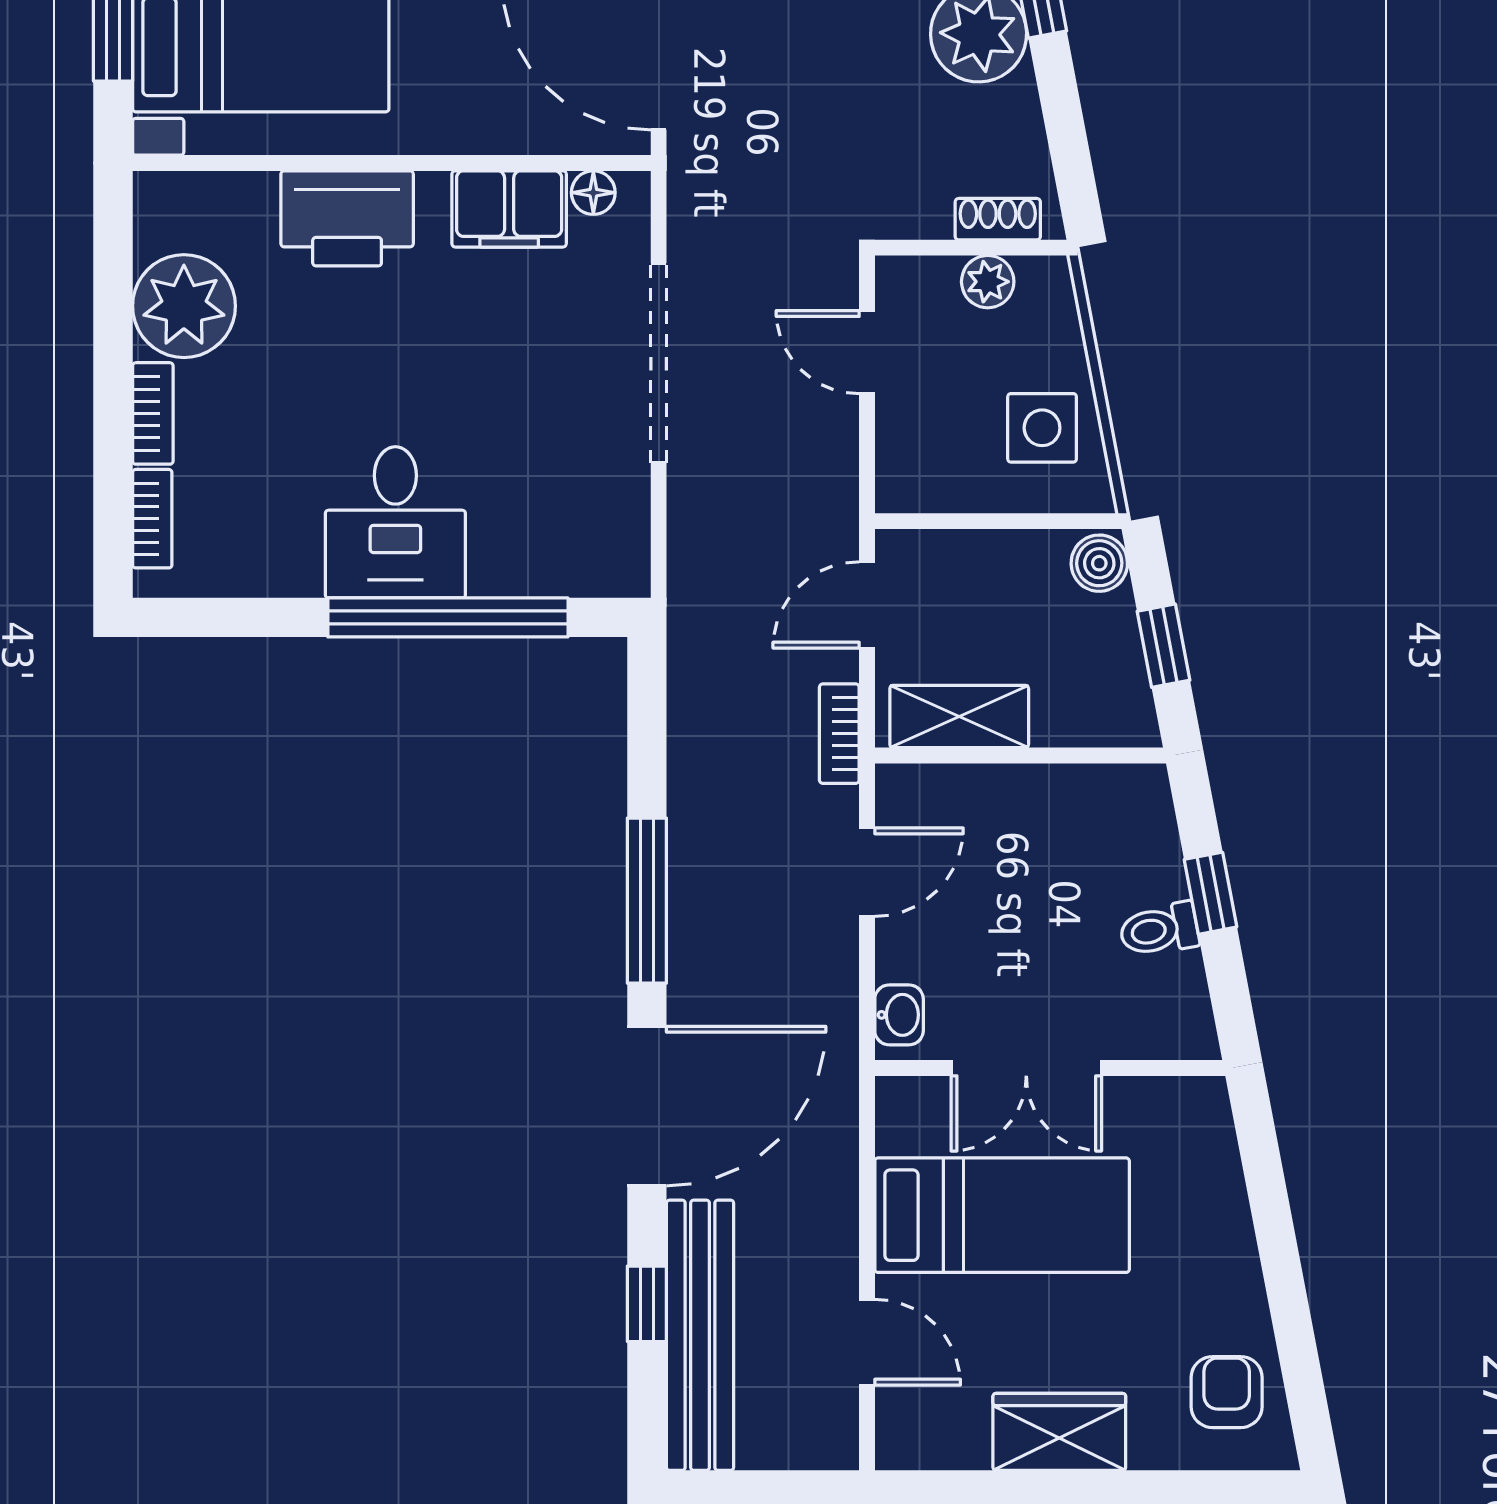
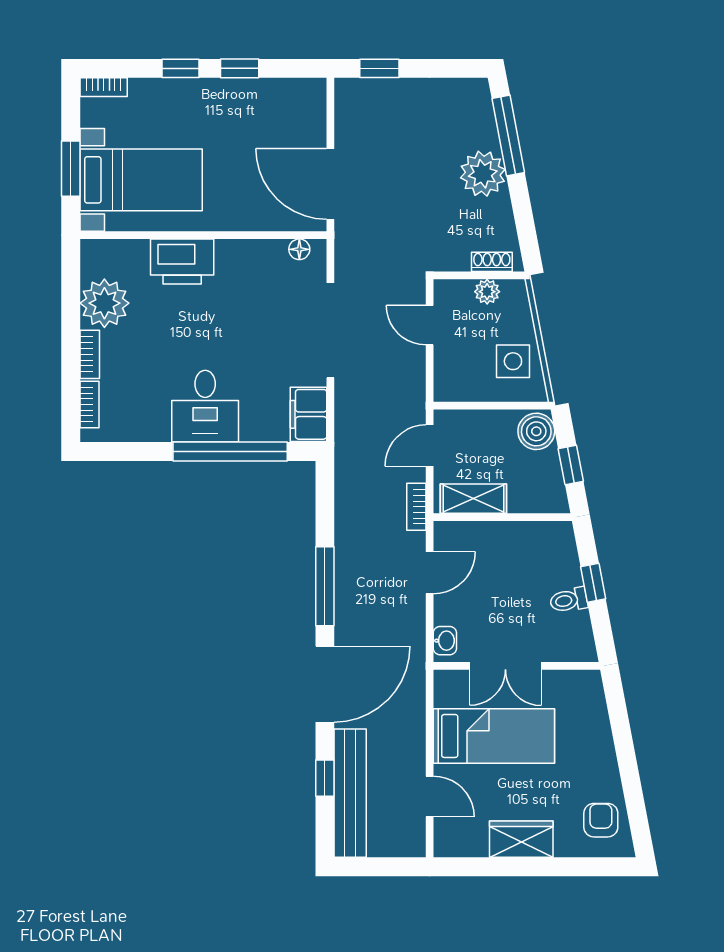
filing cabinet: (509, 209) -> (309, 414), moved, turned 90
boiler: (1099, 563) -> (536, 431), width x1.36, depth x1.36

